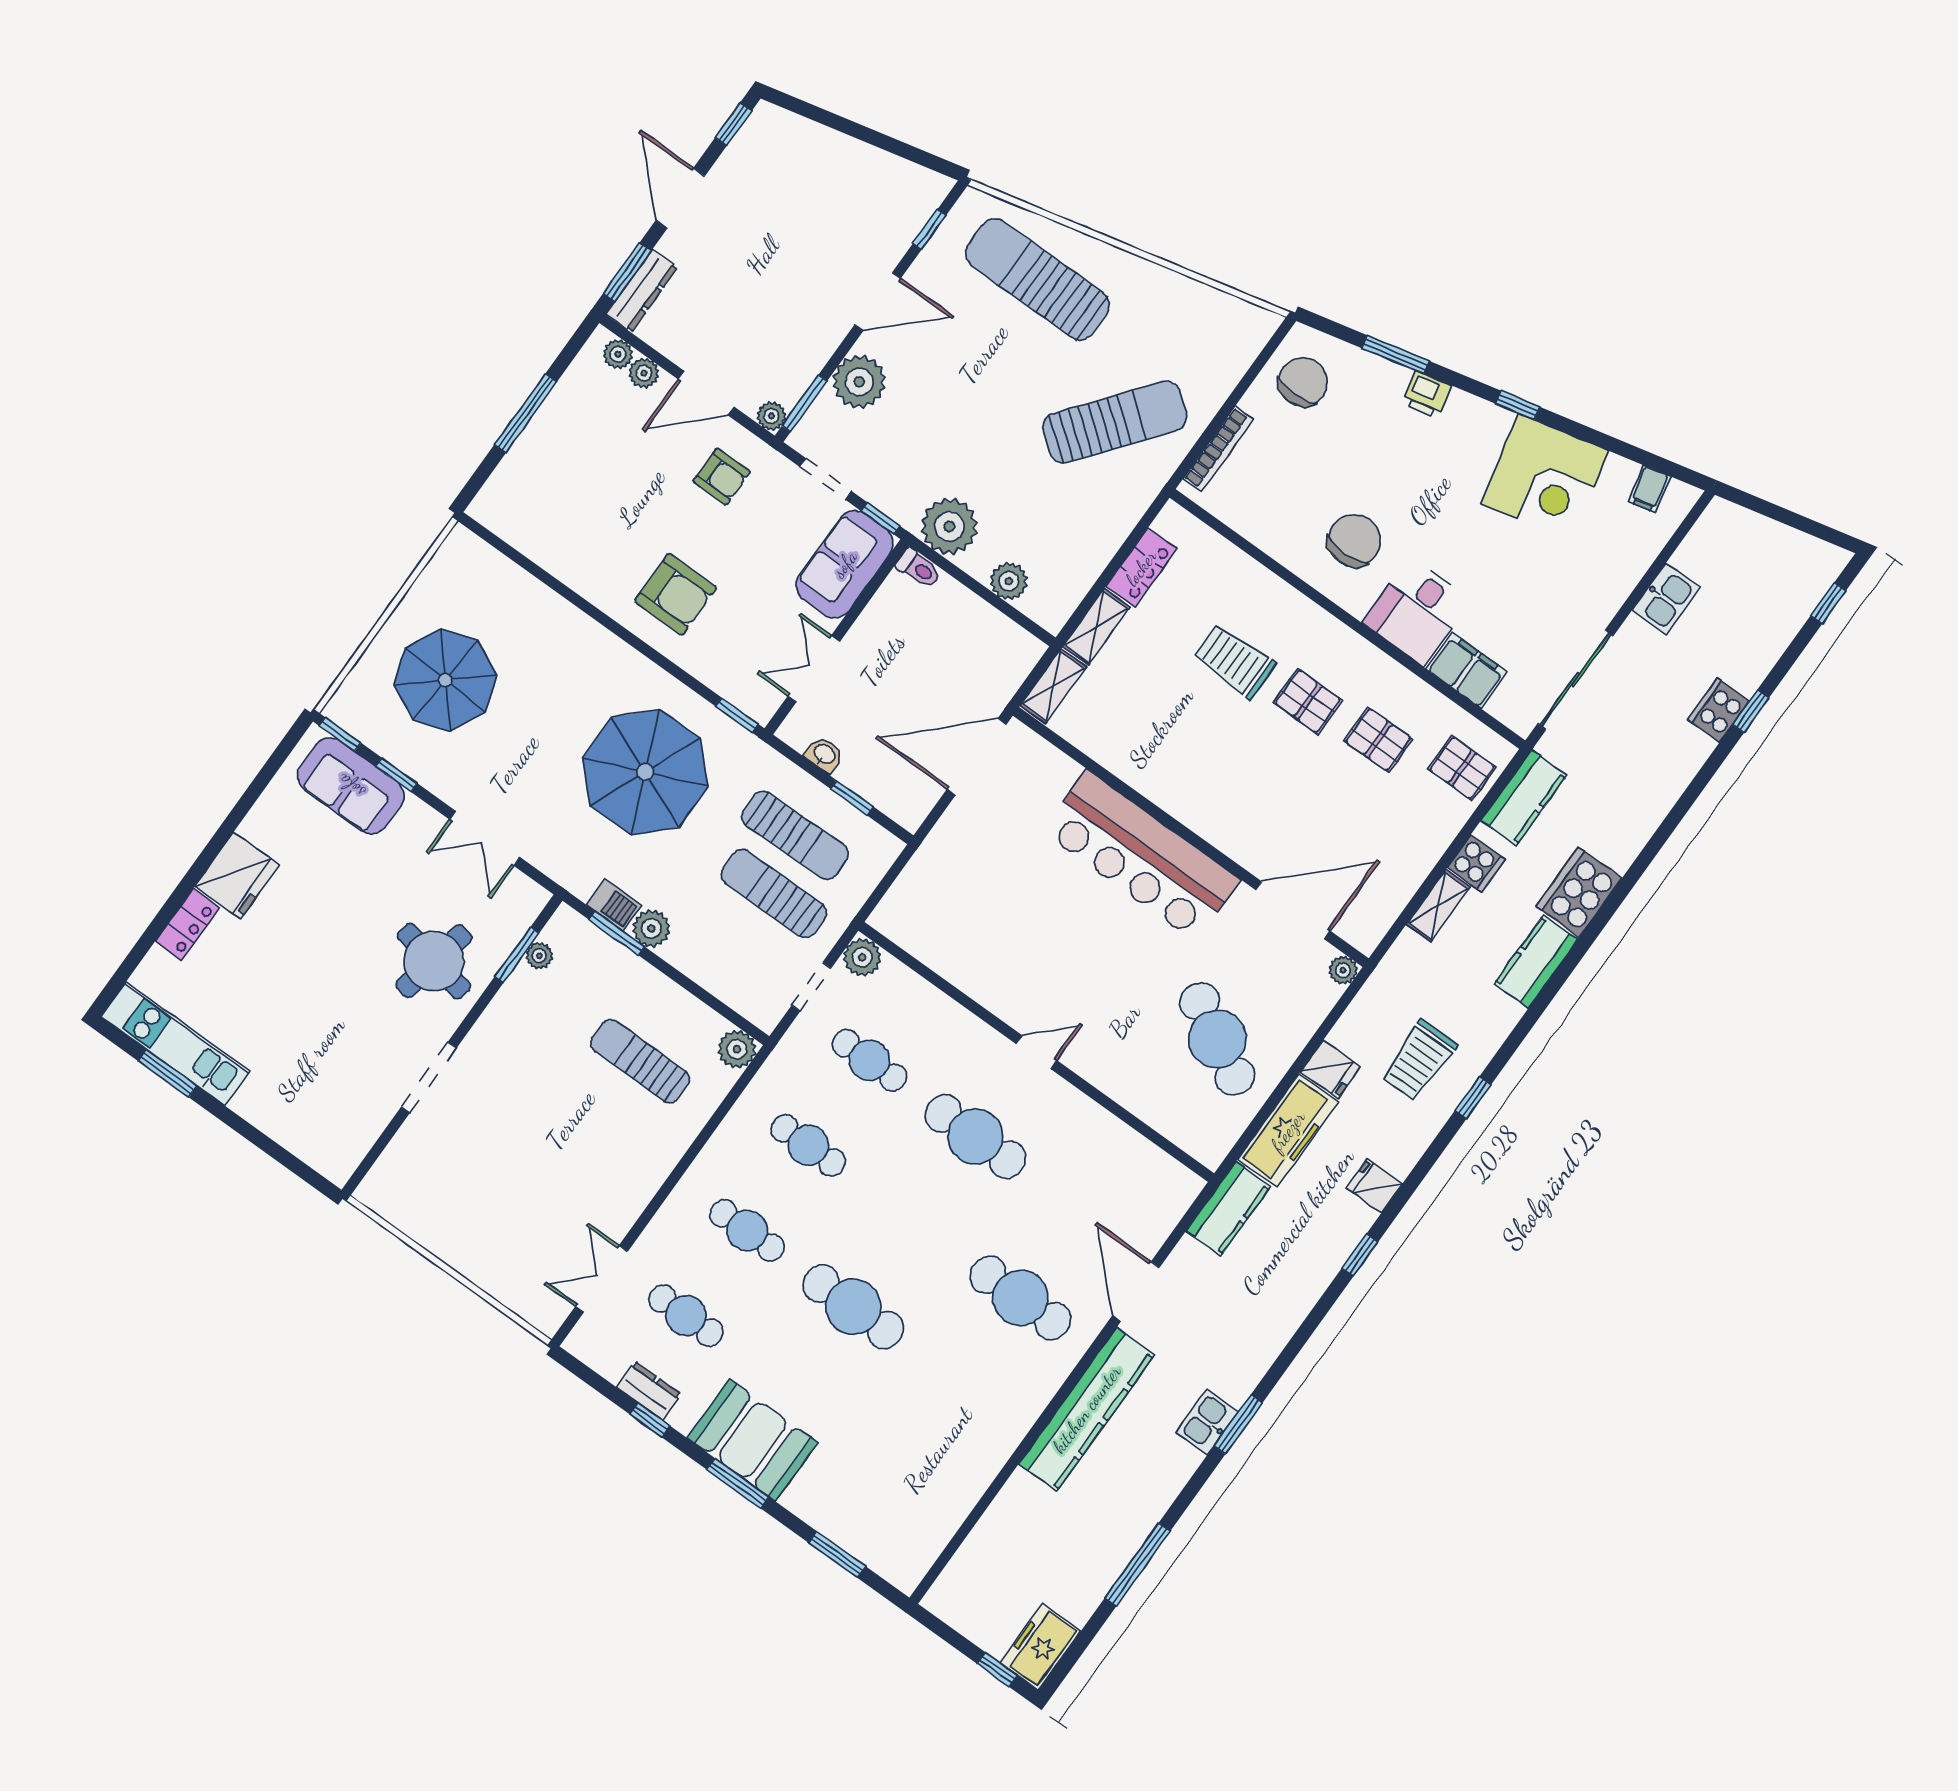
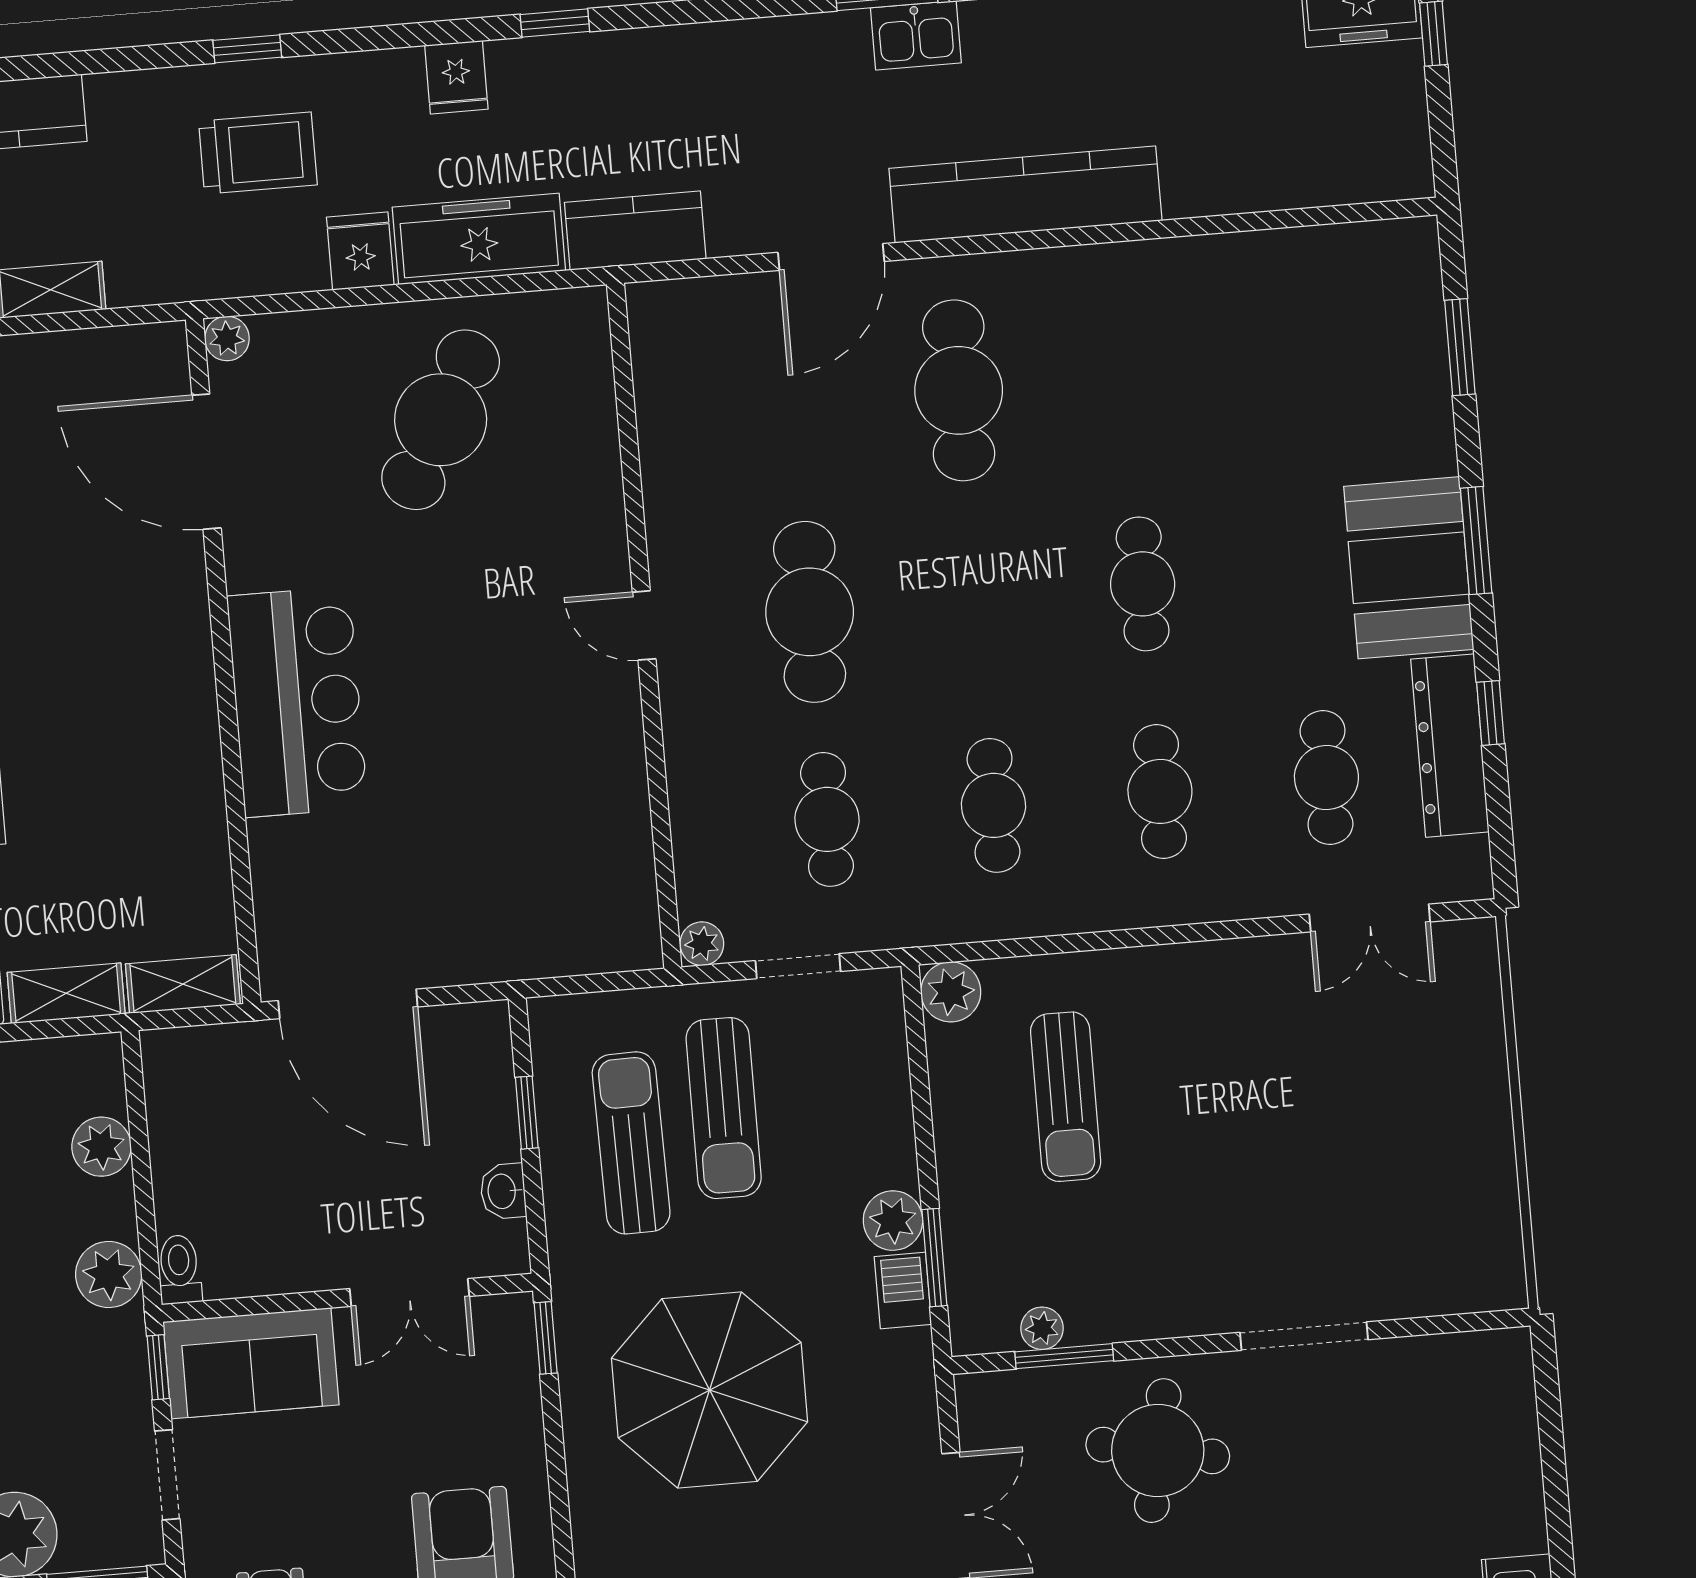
plant: (949, 526) -> (109, 1274), width x0.73, depth x0.73
bar counter: (1141, 856) -> (297, 702), width x0.73
plant: (862, 957) -> (702, 944), width x0.73, depth x0.73
cafe table: (853, 1307) -> (1143, 584), width x0.73, depth x0.74
dresser: (649, 1391) -> (1450, 746), width x1.96, depth x1.24

